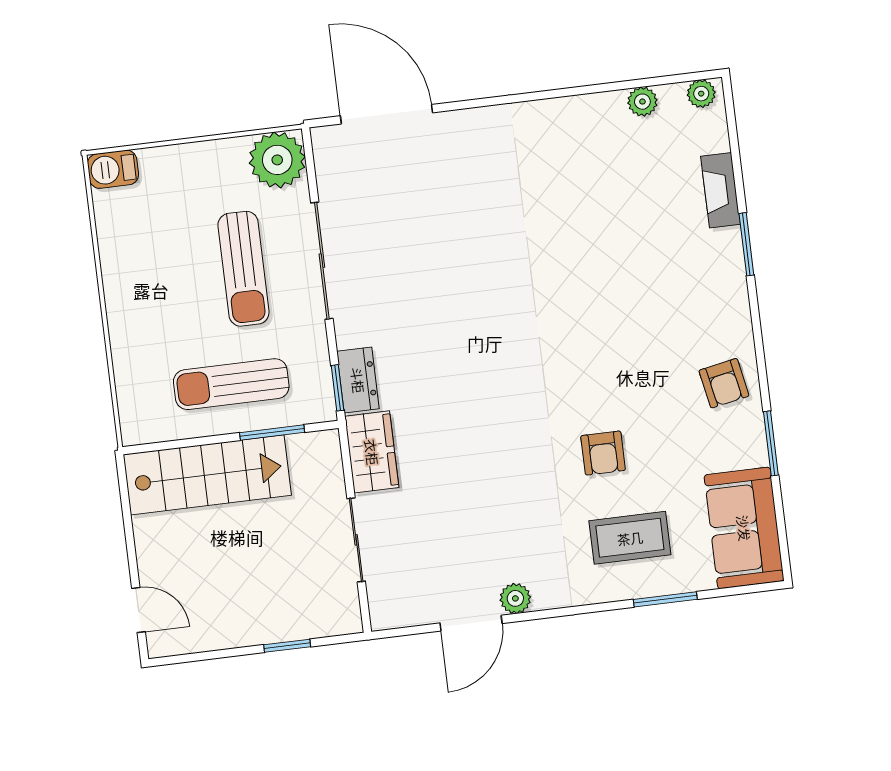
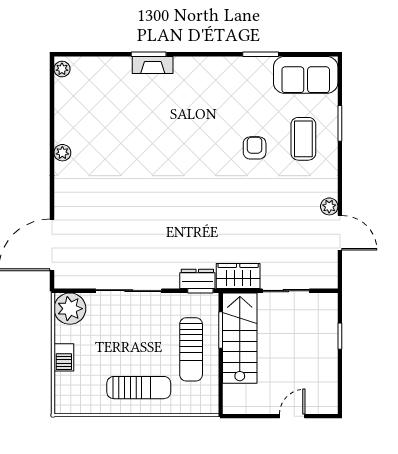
plant: (642, 102) -> (62, 153), moved
barbecue: (113, 169) -> (64, 357), moved
fireplace: (720, 190) -> (153, 65), moved
sun lounger: (243, 269) -> (139, 388), moved
armchair: (724, 383) -> (224, 76), removed
armchair: (603, 453) -> (255, 148), turned -90
stairs: (207, 475) -> (240, 338), moved
door: (138, 610) -> (292, 416), moved

